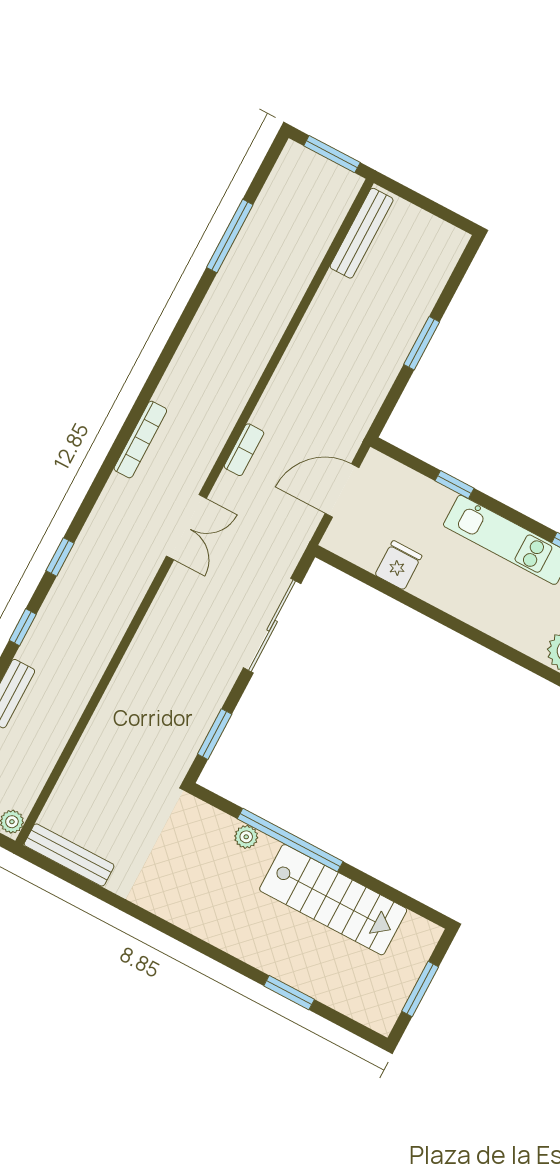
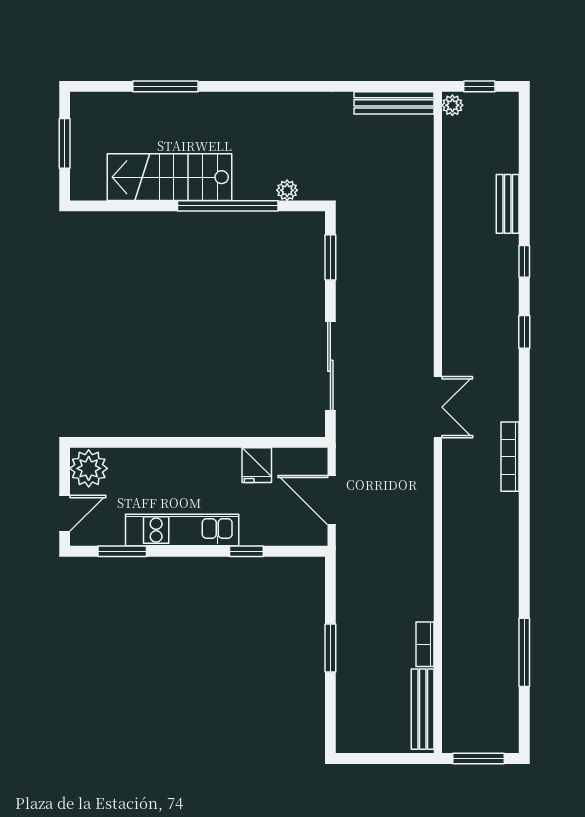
bookcase: (244, 450) -> (425, 644), moved
door: (342, 491) -> (332, 500), swing flipped
double door: (186, 527) -> (438, 407), swing flipped
plant: (246, 837) -> (287, 190), moved
window: (289, 993) -> (165, 86), width x1.44

